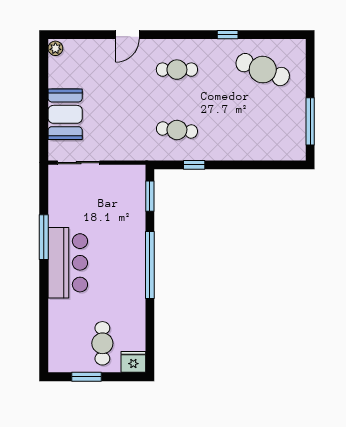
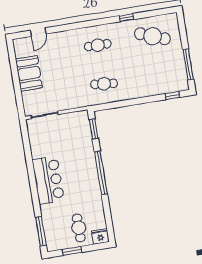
door: (127, 35) -> (38, 32), moved
plant: (55, 48) -> (18, 44), removed
booth: (65, 114) -> (29, 73), moved
window: (194, 165) -> (172, 95), moved
window: (44, 237) -> (41, 231), moved

